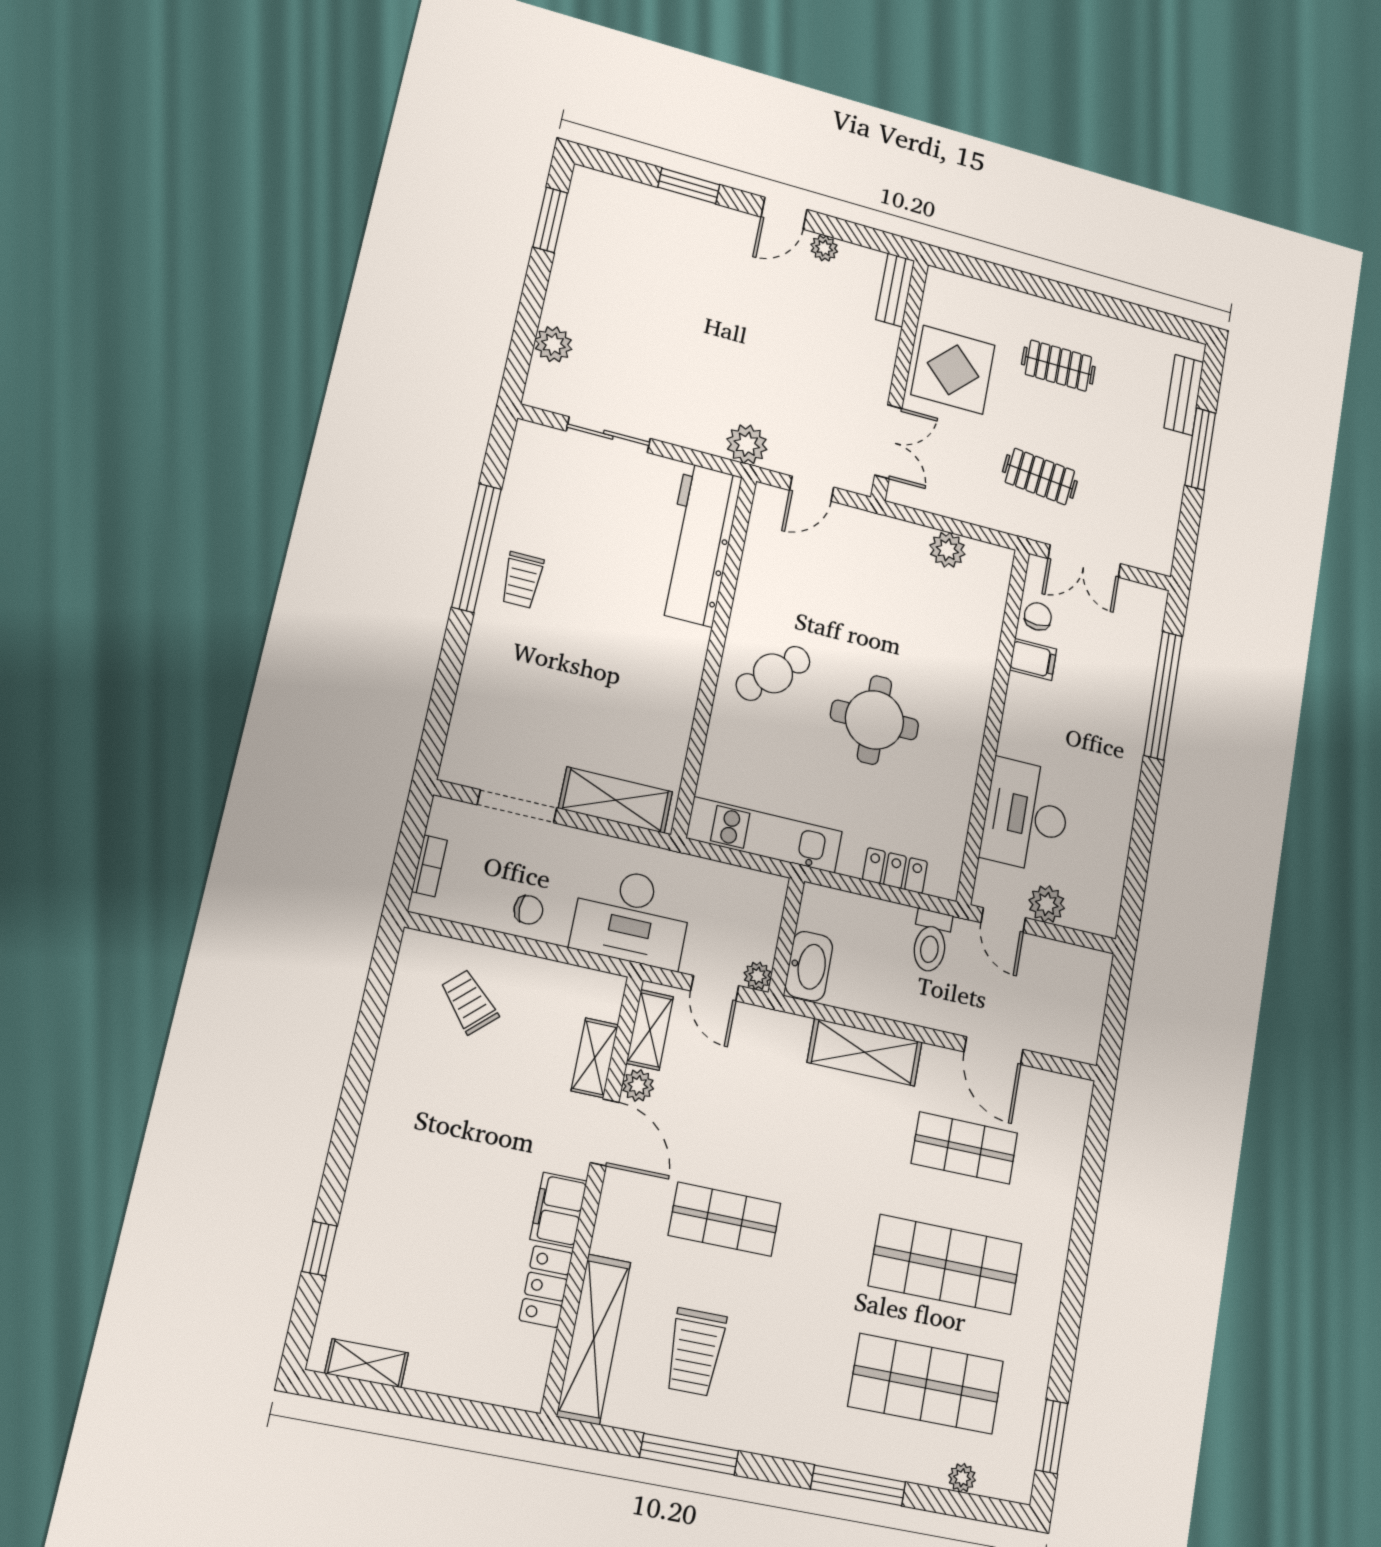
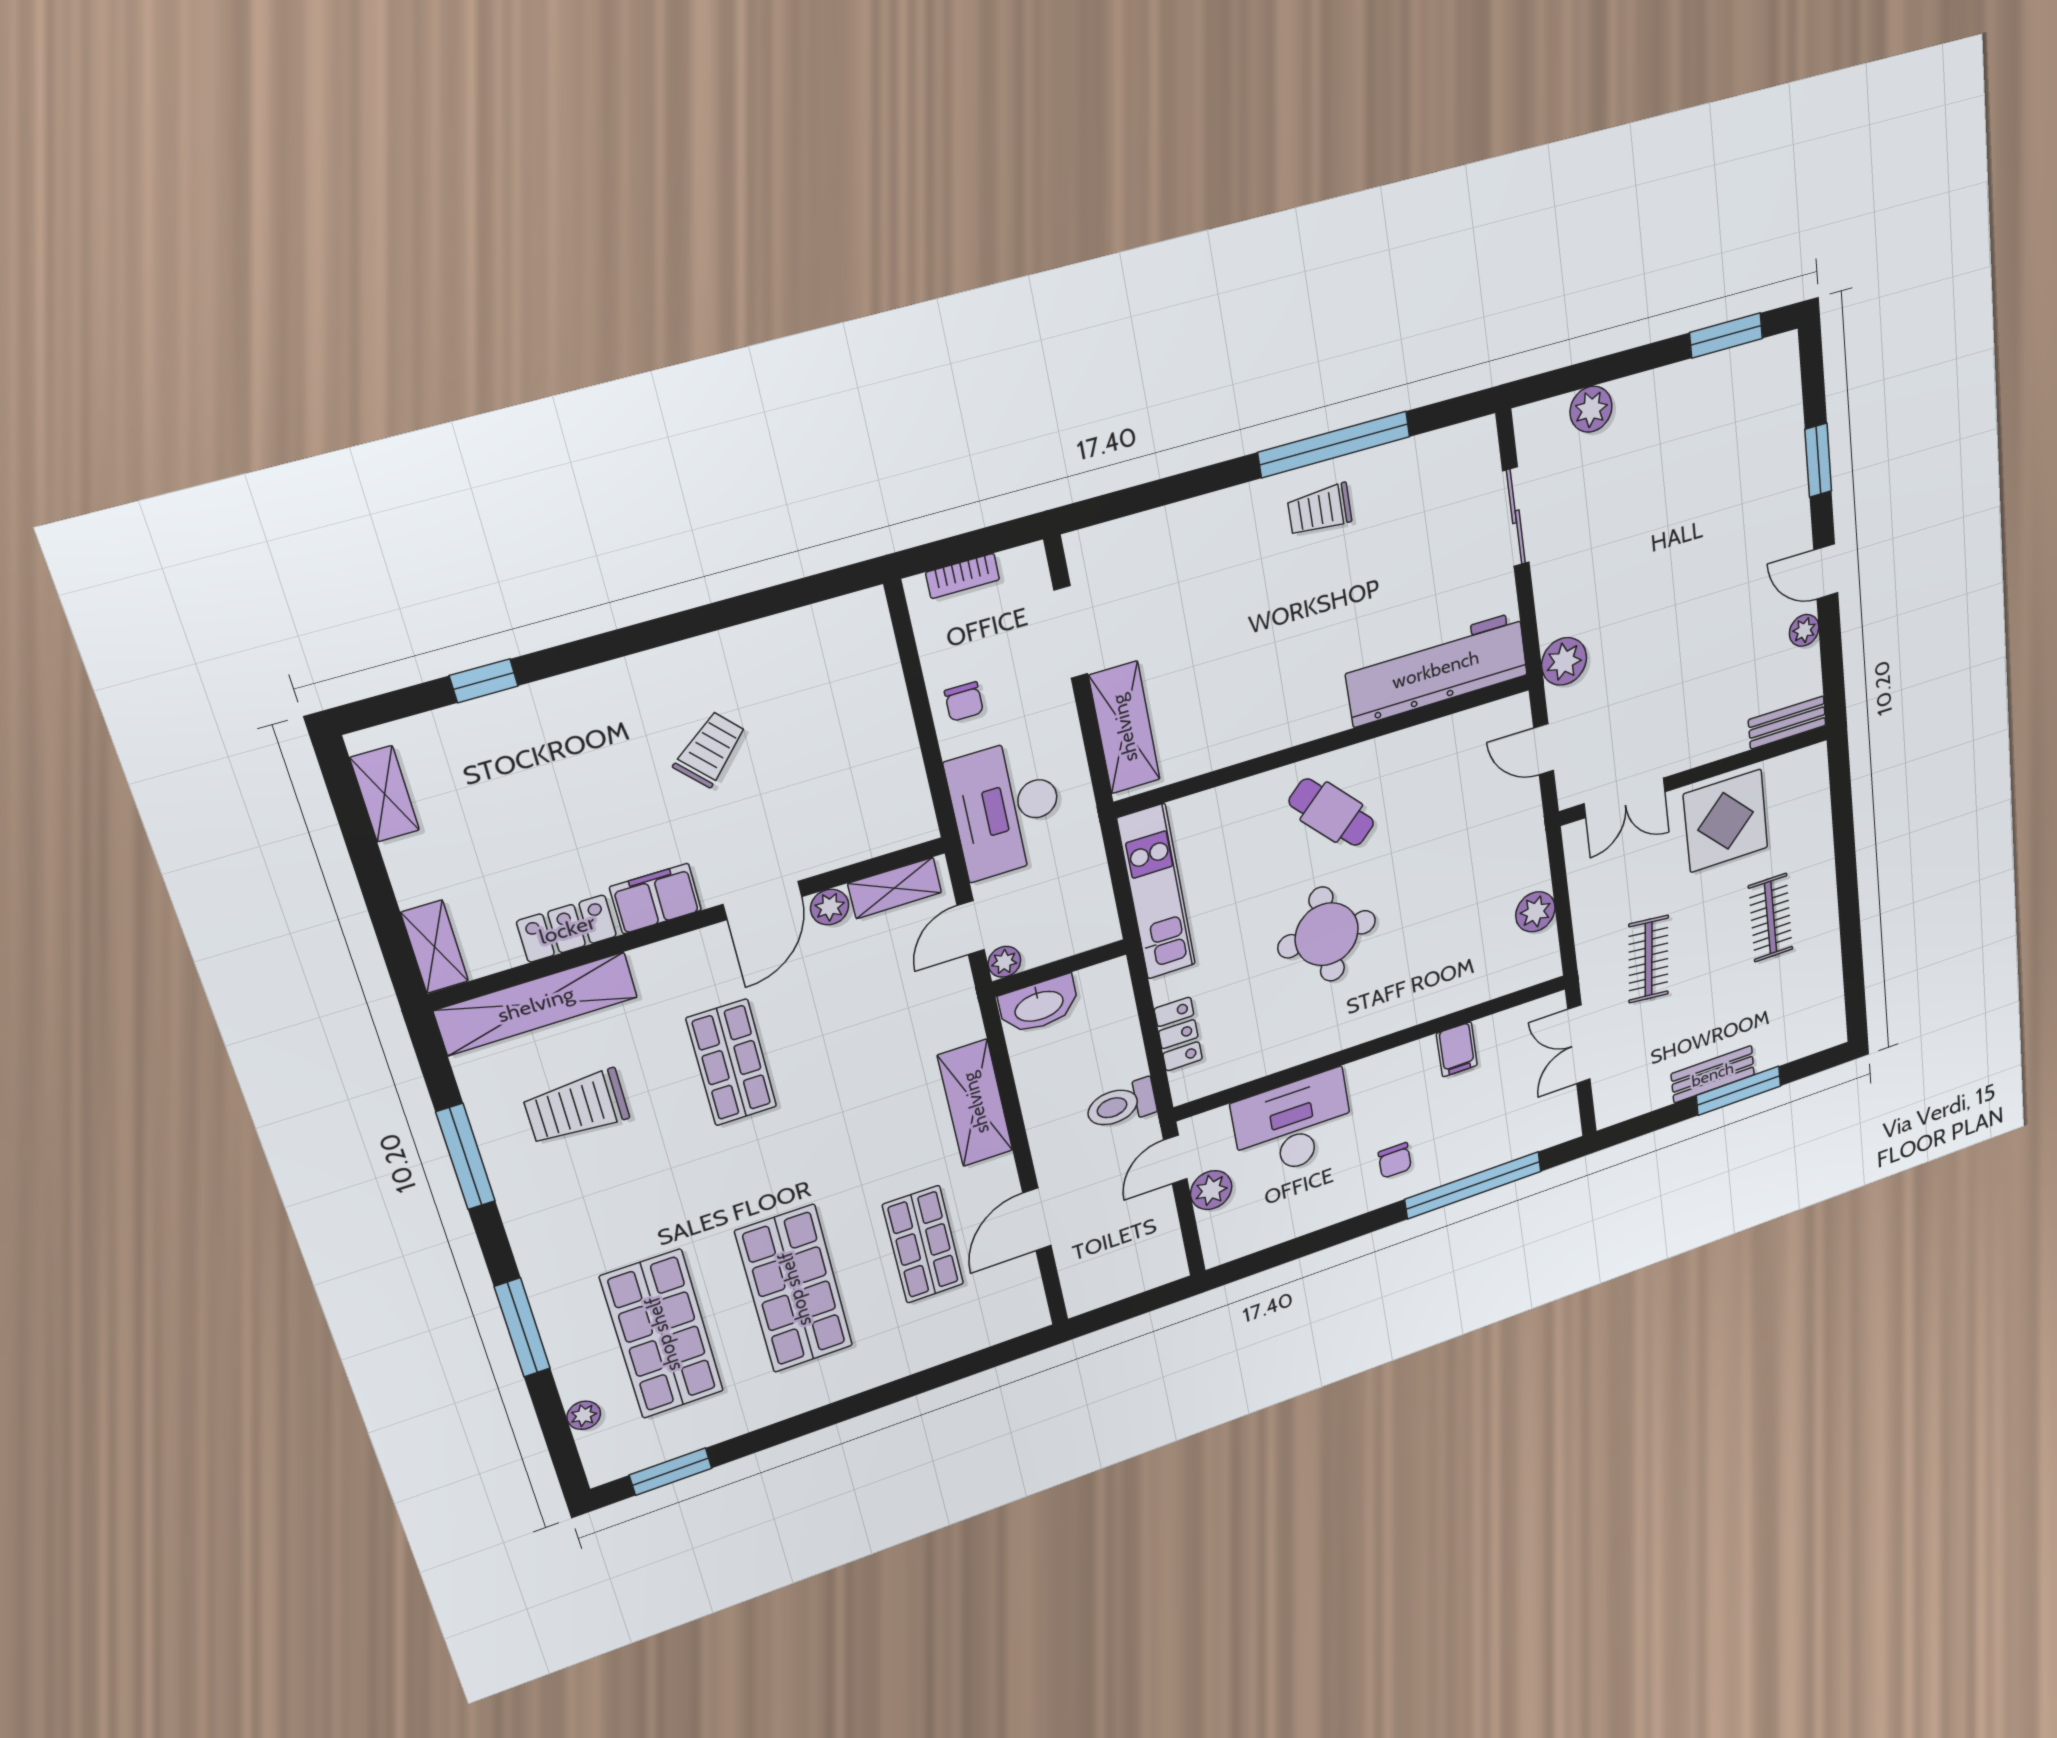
bench: (1184, 395) -> (1713, 1074), moved
chair: (1038, 616) -> (1395, 1160), moved, turned 90
trolley: (469, 1002) -> (710, 749), moved
shelving: (595, 1058) -> (435, 947), moved, turned 90

